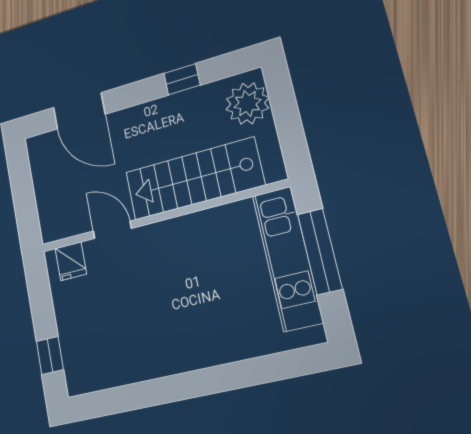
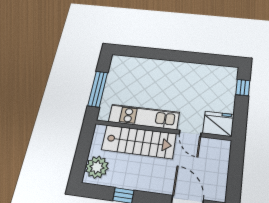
kitchen unit: (287, 258) -> (144, 117), moved, turned -90
fridge: (71, 261) -> (218, 124), width x1.88, depth x1.34

